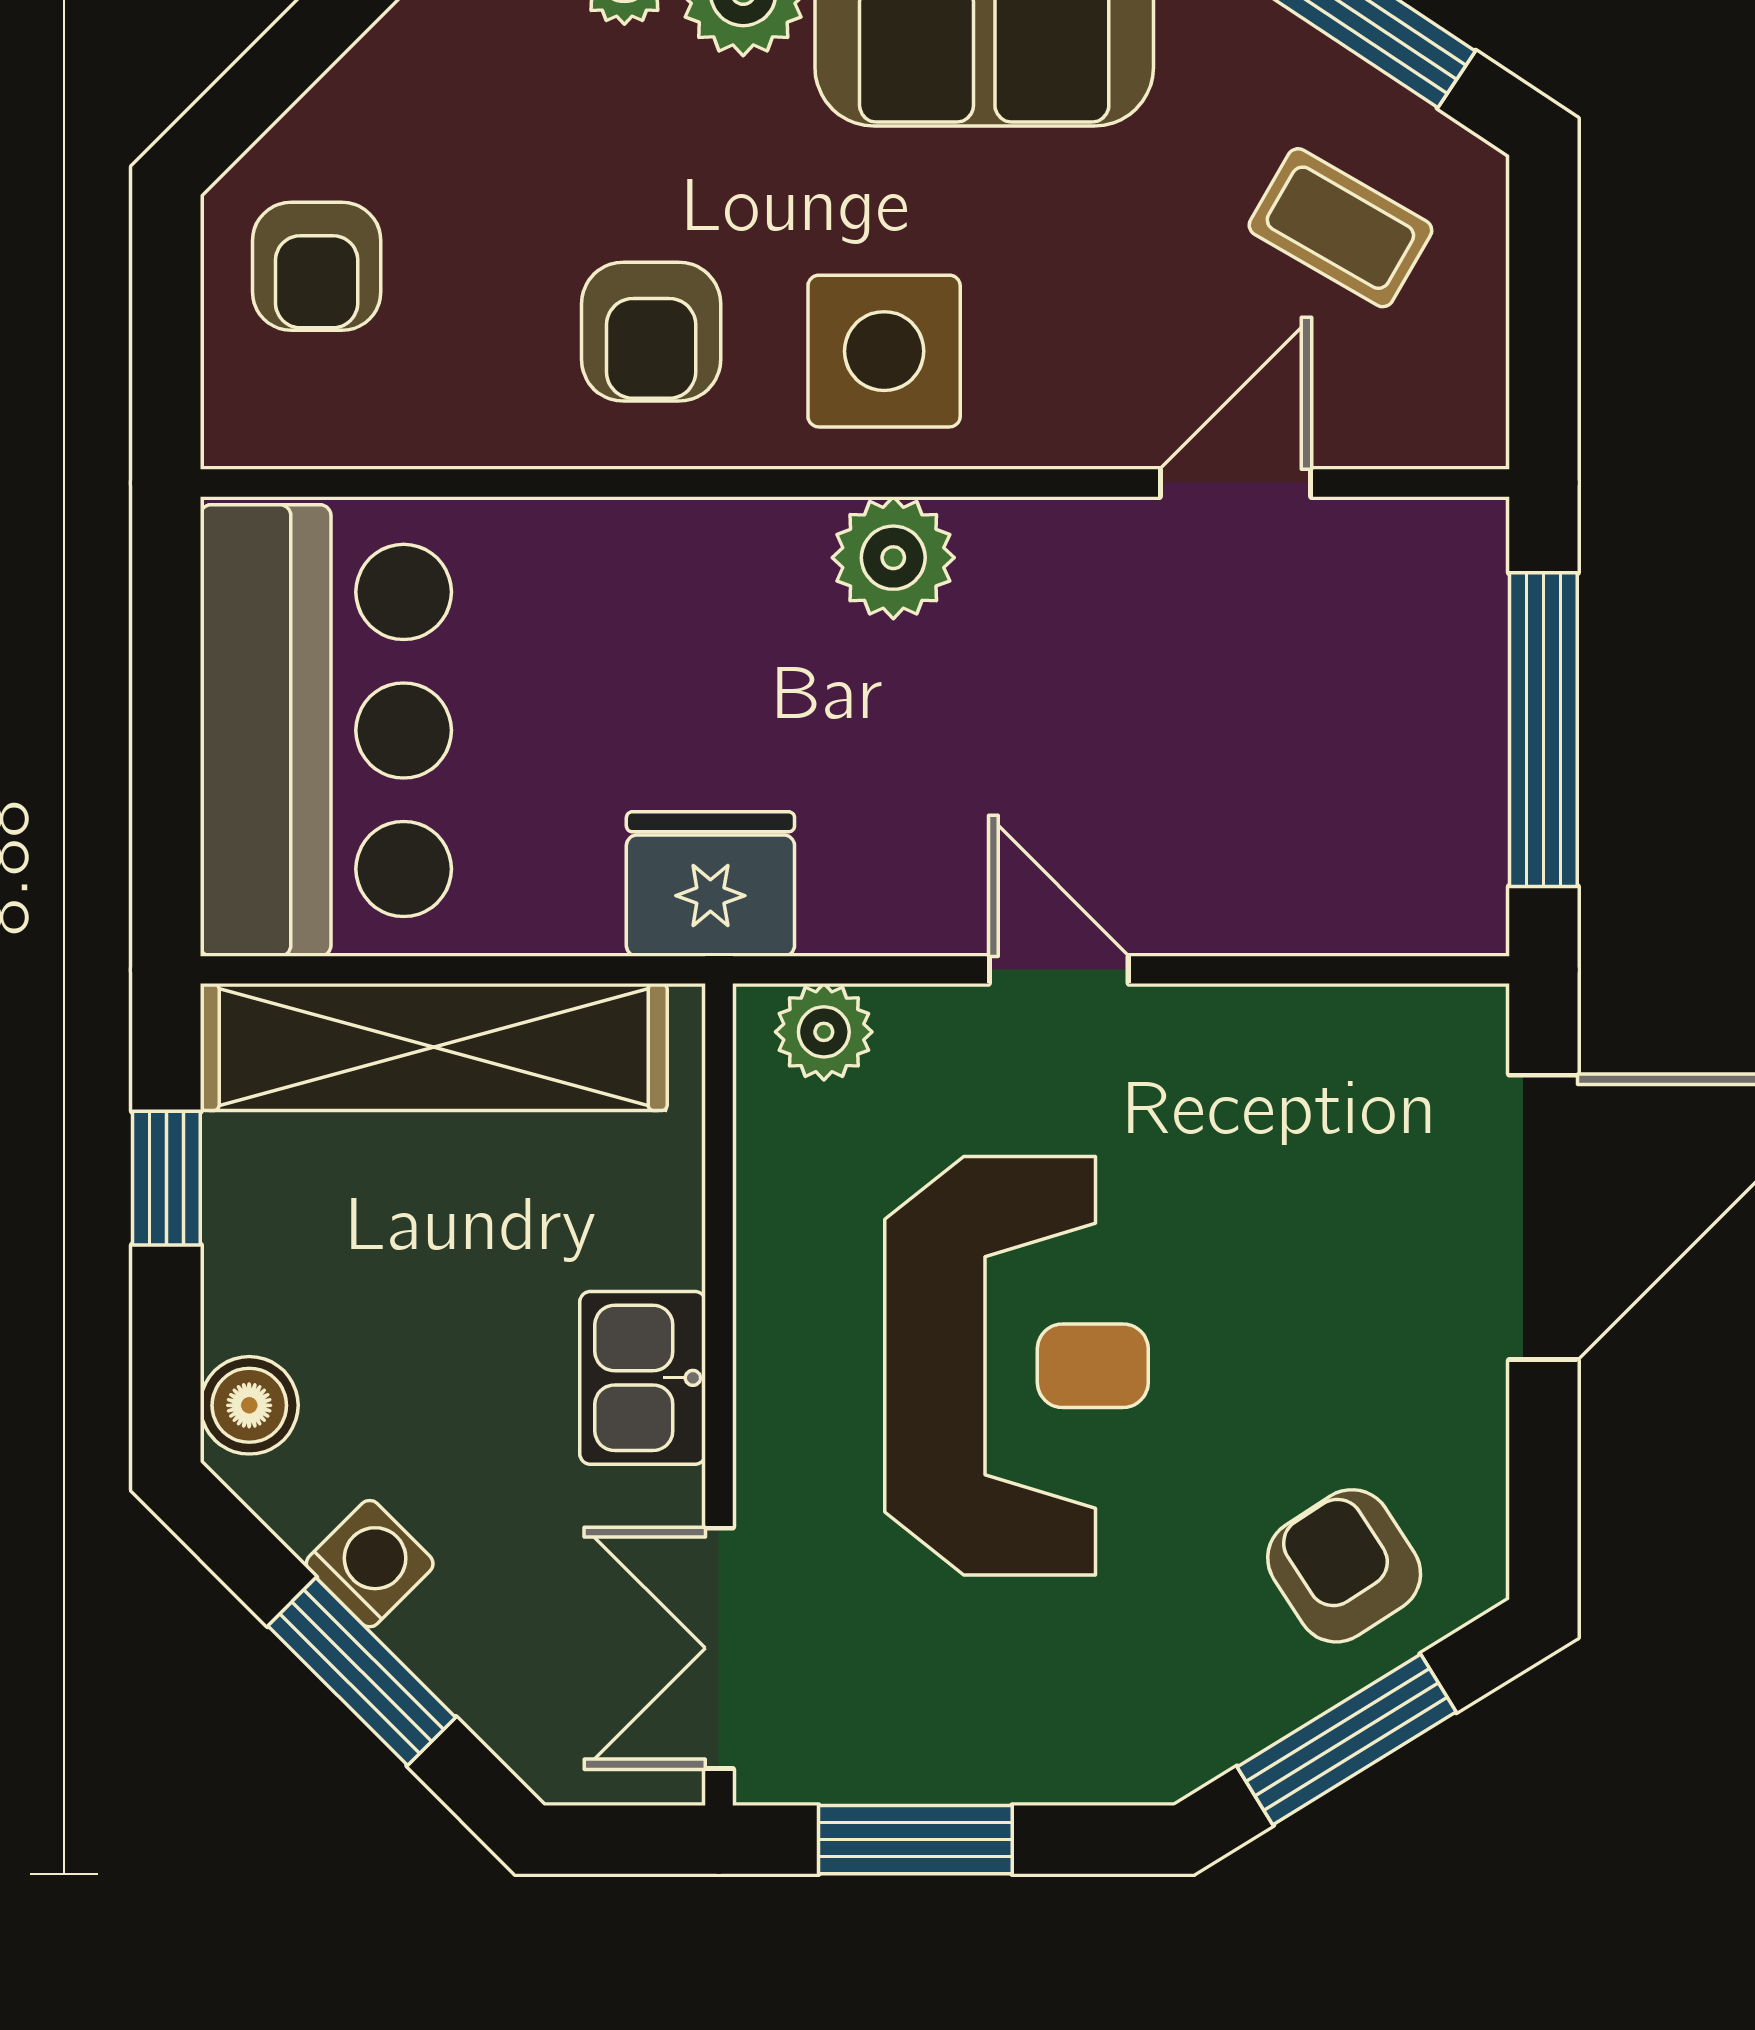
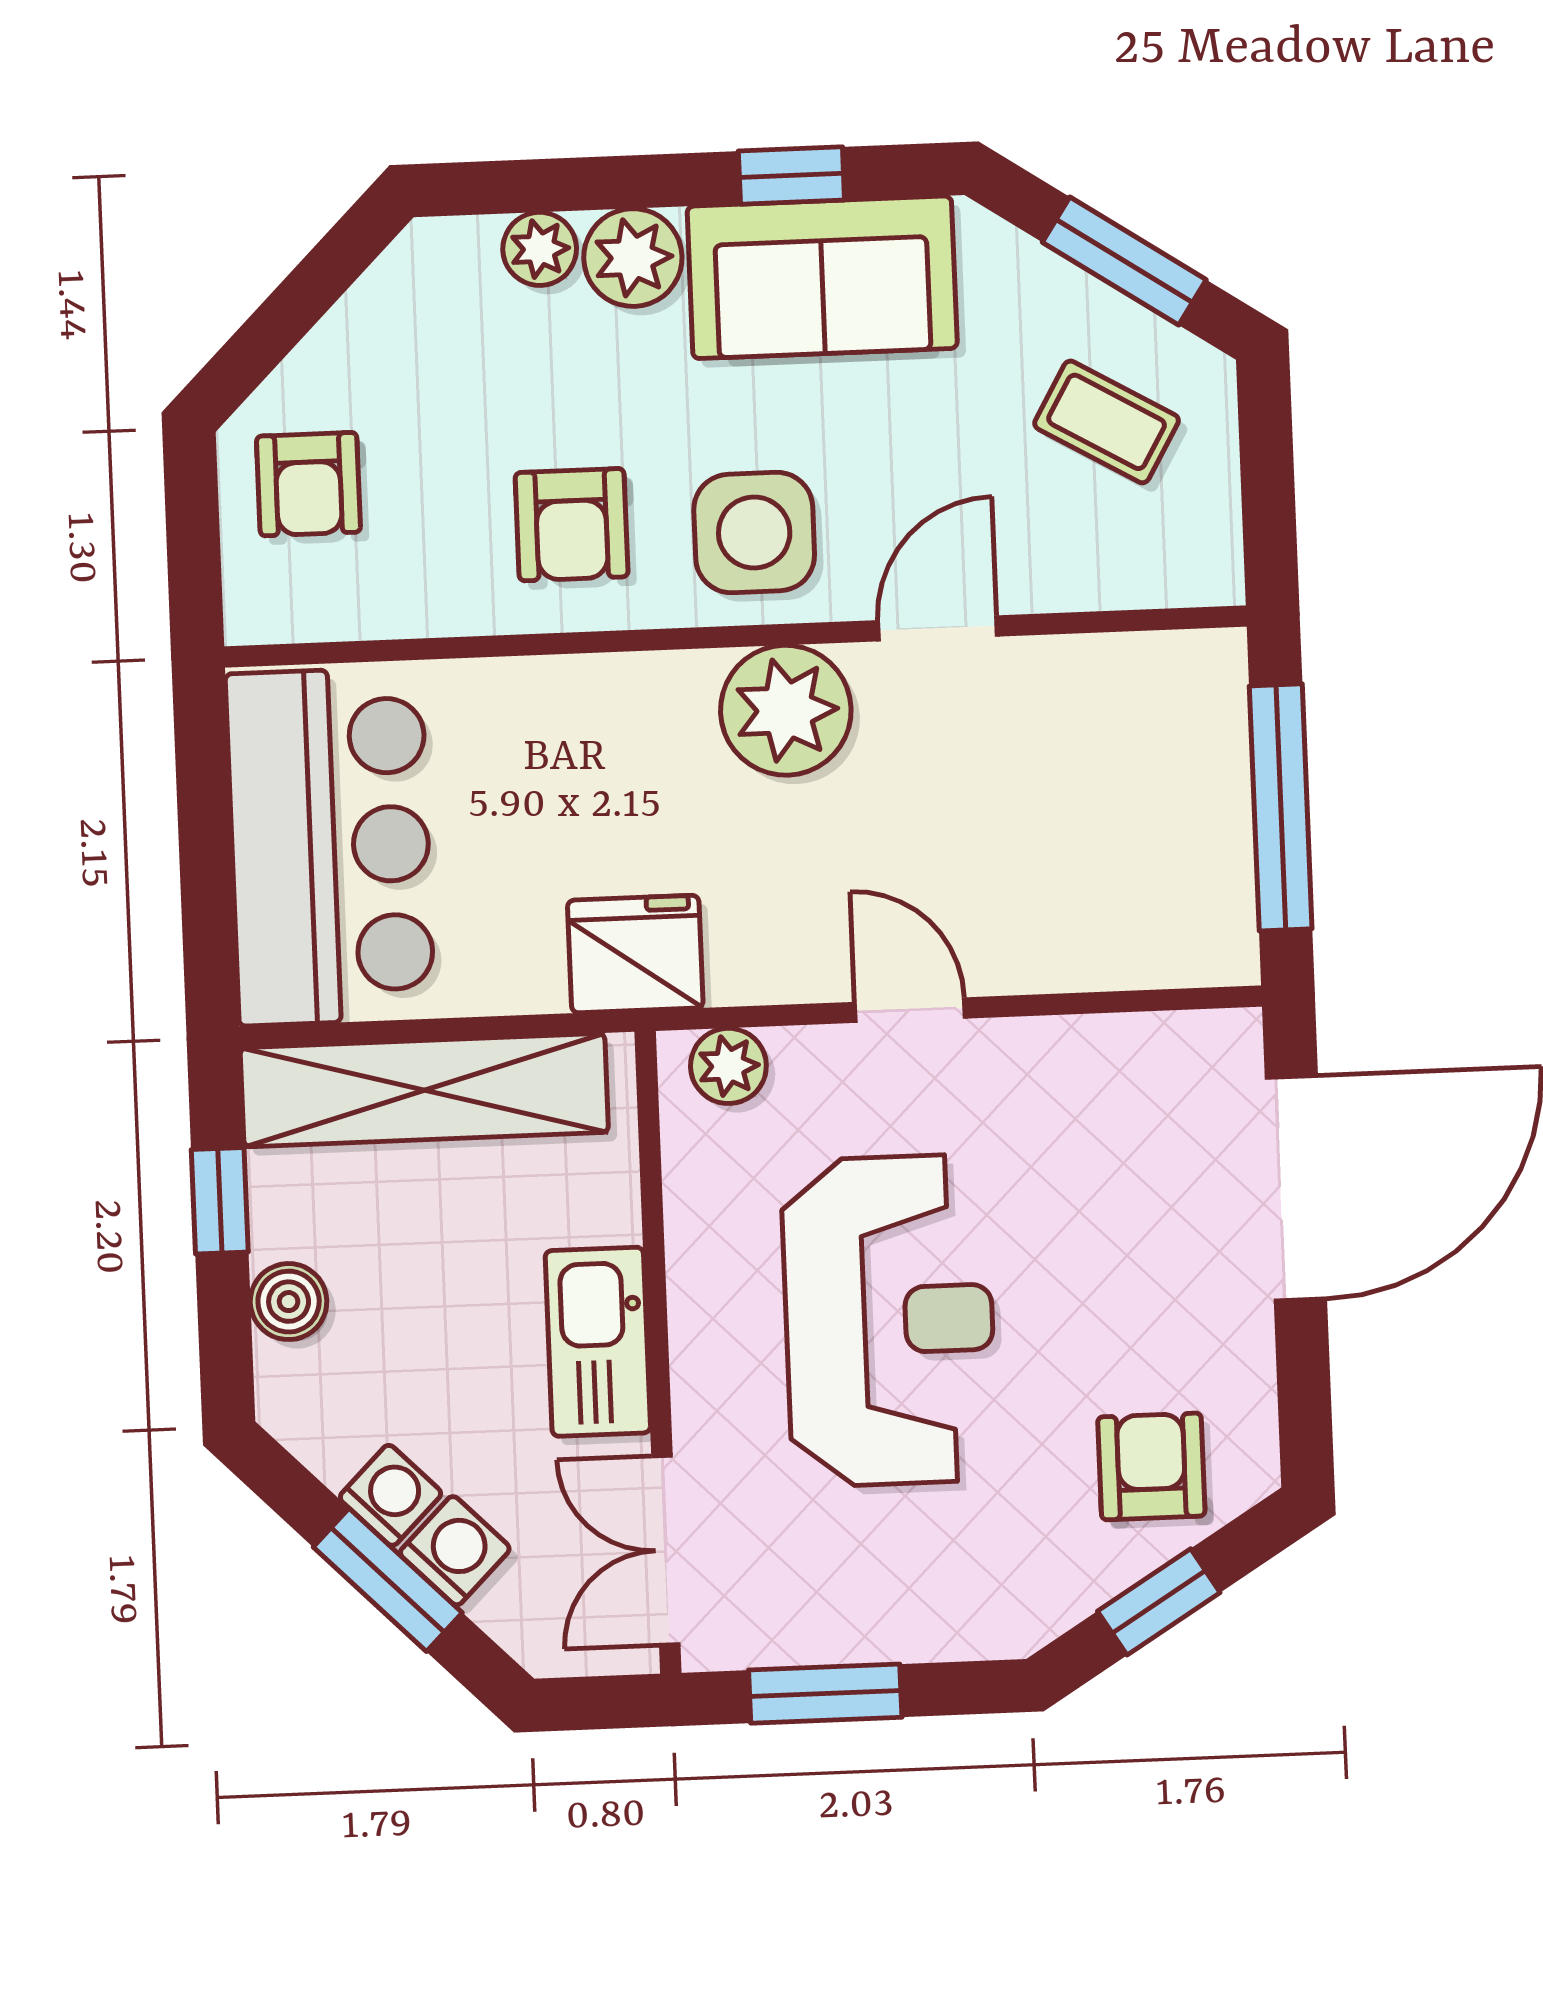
door: (1235, 483) -> (938, 628), moved
plant: (893, 558) -> (786, 710), width x1.36, depth x1.36
kitchen sink: (643, 1378) -> (598, 1342), width x1.38
boiler: (249, 1405) -> (289, 1302), moved
armchair: (1344, 1566) -> (1151, 1466), turned 33
washing machine: (449, 1638) -> (455, 1551), added
window: (1347, 1739) -> (1159, 1602), width x0.67

